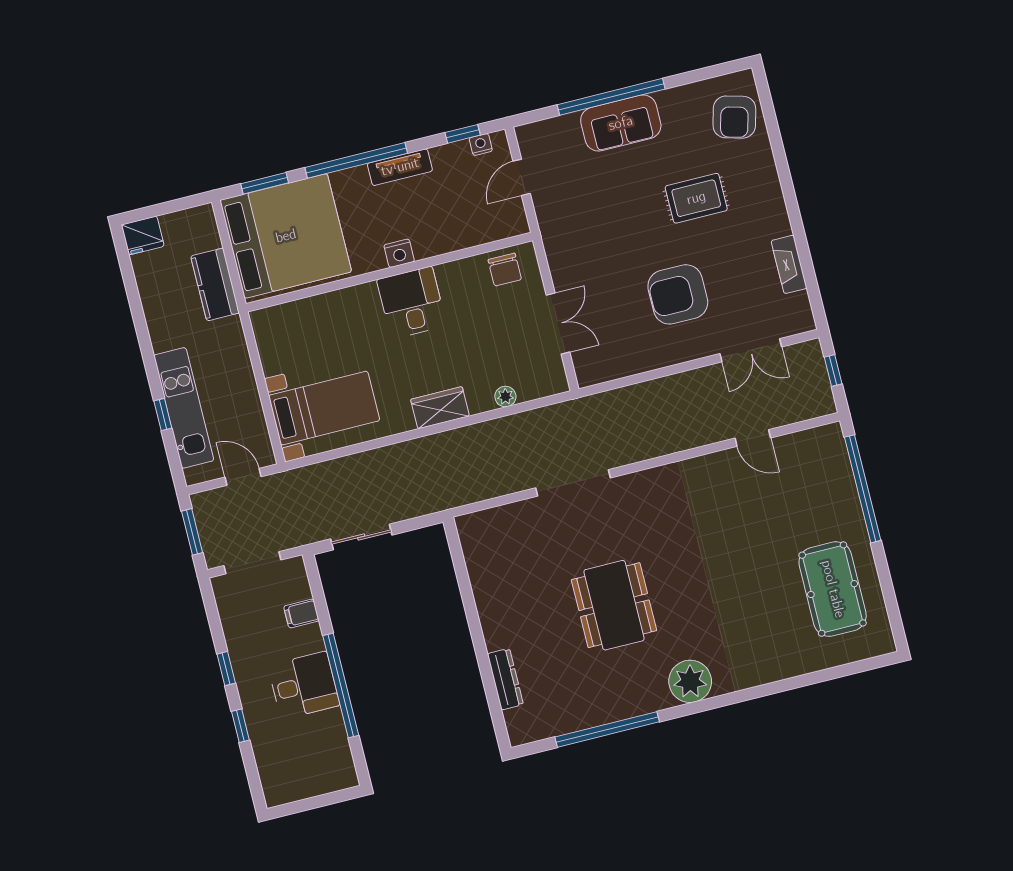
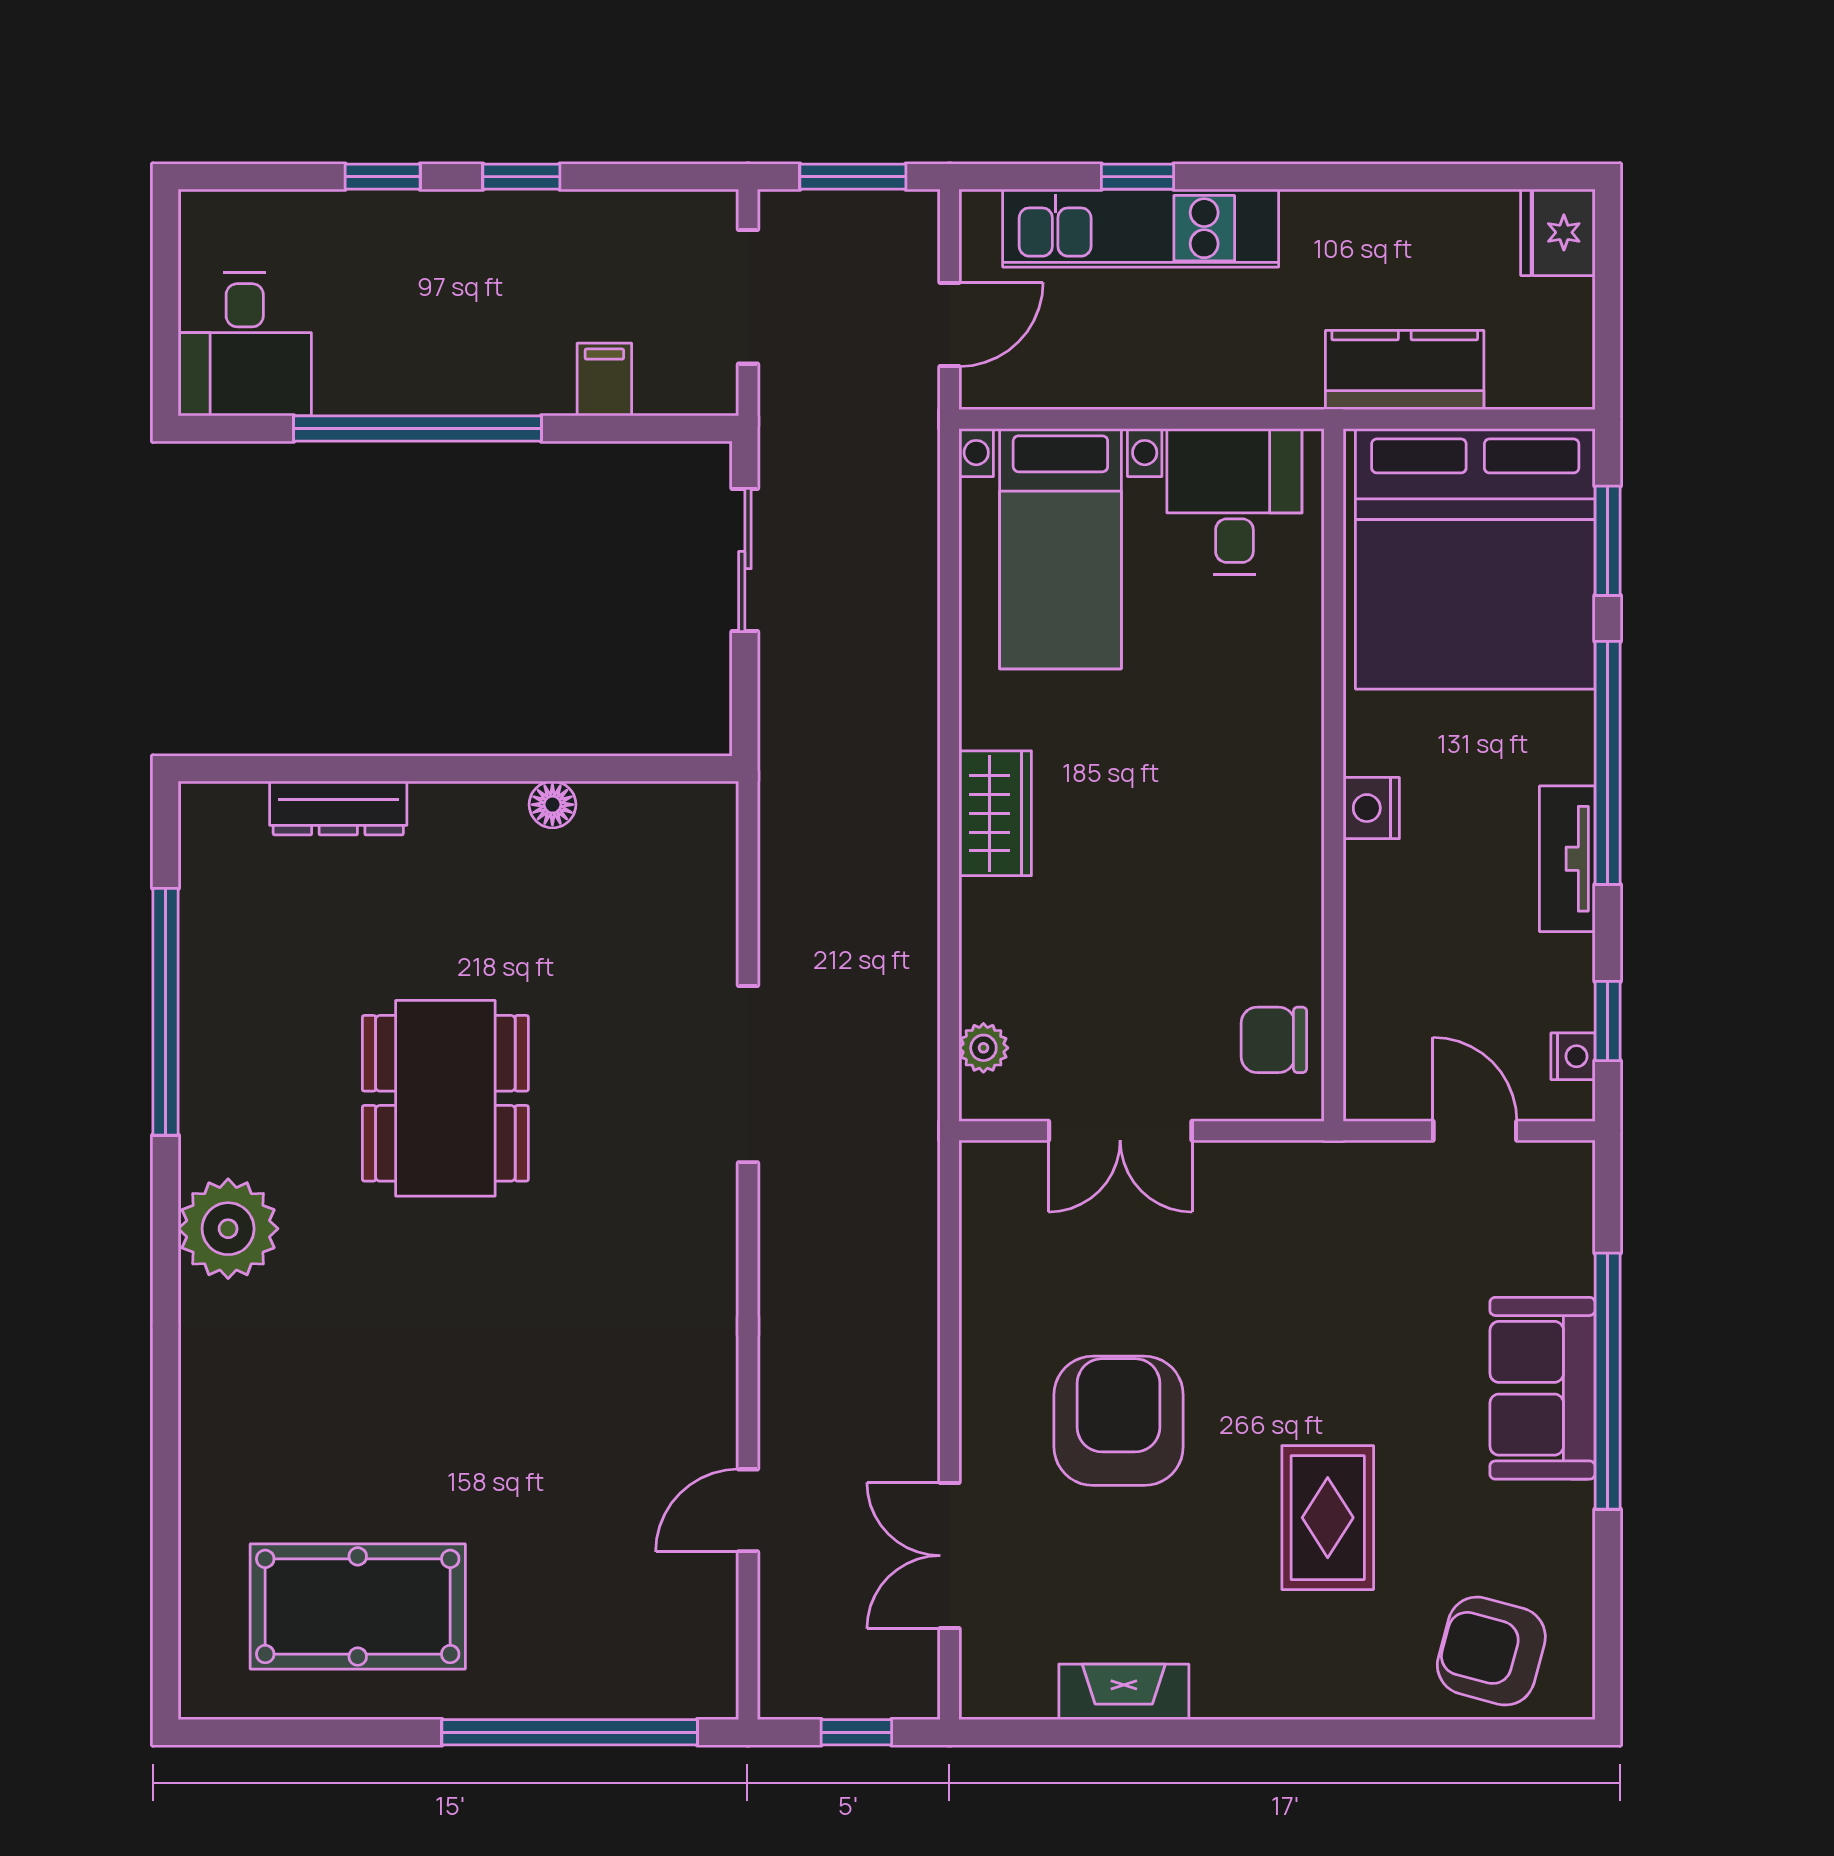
desk: (412, 303) -> (1234, 501), moved, turned -90
plant: (505, 397) -> (983, 1048), moved
floor lamp: (482, 591) -> (552, 805), added
dining table: (614, 605) -> (445, 1098), turned 90
desk: (304, 685) -> (245, 344), moved

